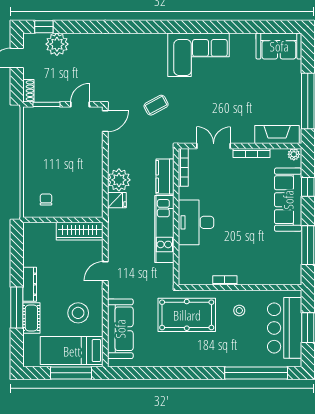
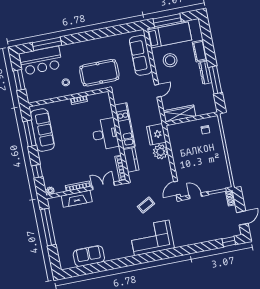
plant: (57, 44) -> (218, 232), removed
sofa: (279, 46) -> (89, 256), moved
corner sofa: (199, 55) -> (152, 238), moved
door: (80, 104) -> (195, 196), swing flipped
fireplace: (277, 135) -> (77, 199), moved
double door: (214, 146) -> (103, 186), swing flipped
fridge: (117, 200) -> (156, 134), width x1.88, depth x1.34
sofa: (288, 200) -> (42, 130), moved
window: (17, 307) -> (215, 80), moved
bar counter: (285, 328) -> (41, 61), moved, turned 90
window: (256, 373) -> (47, 44), width x0.68

